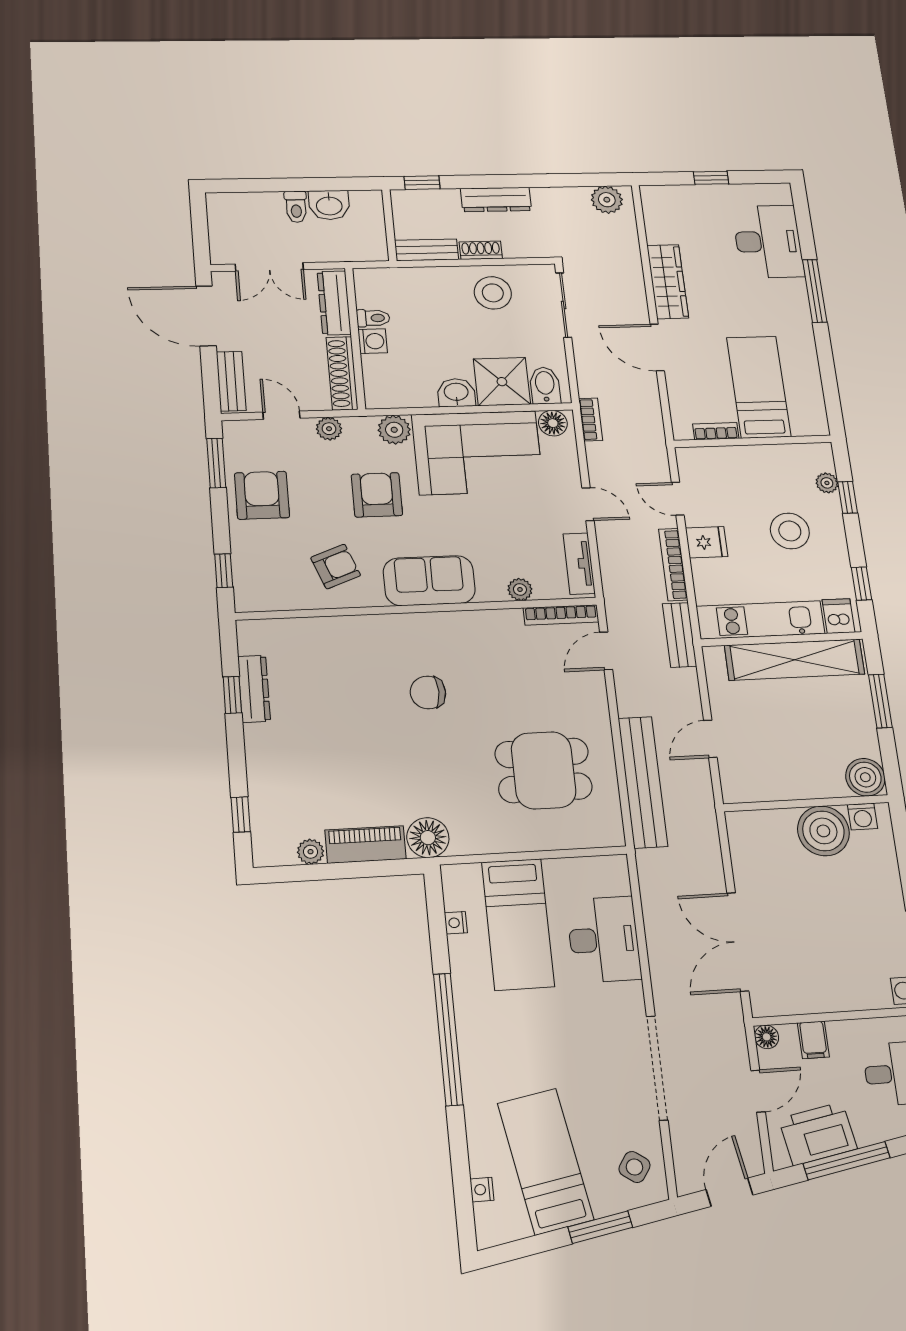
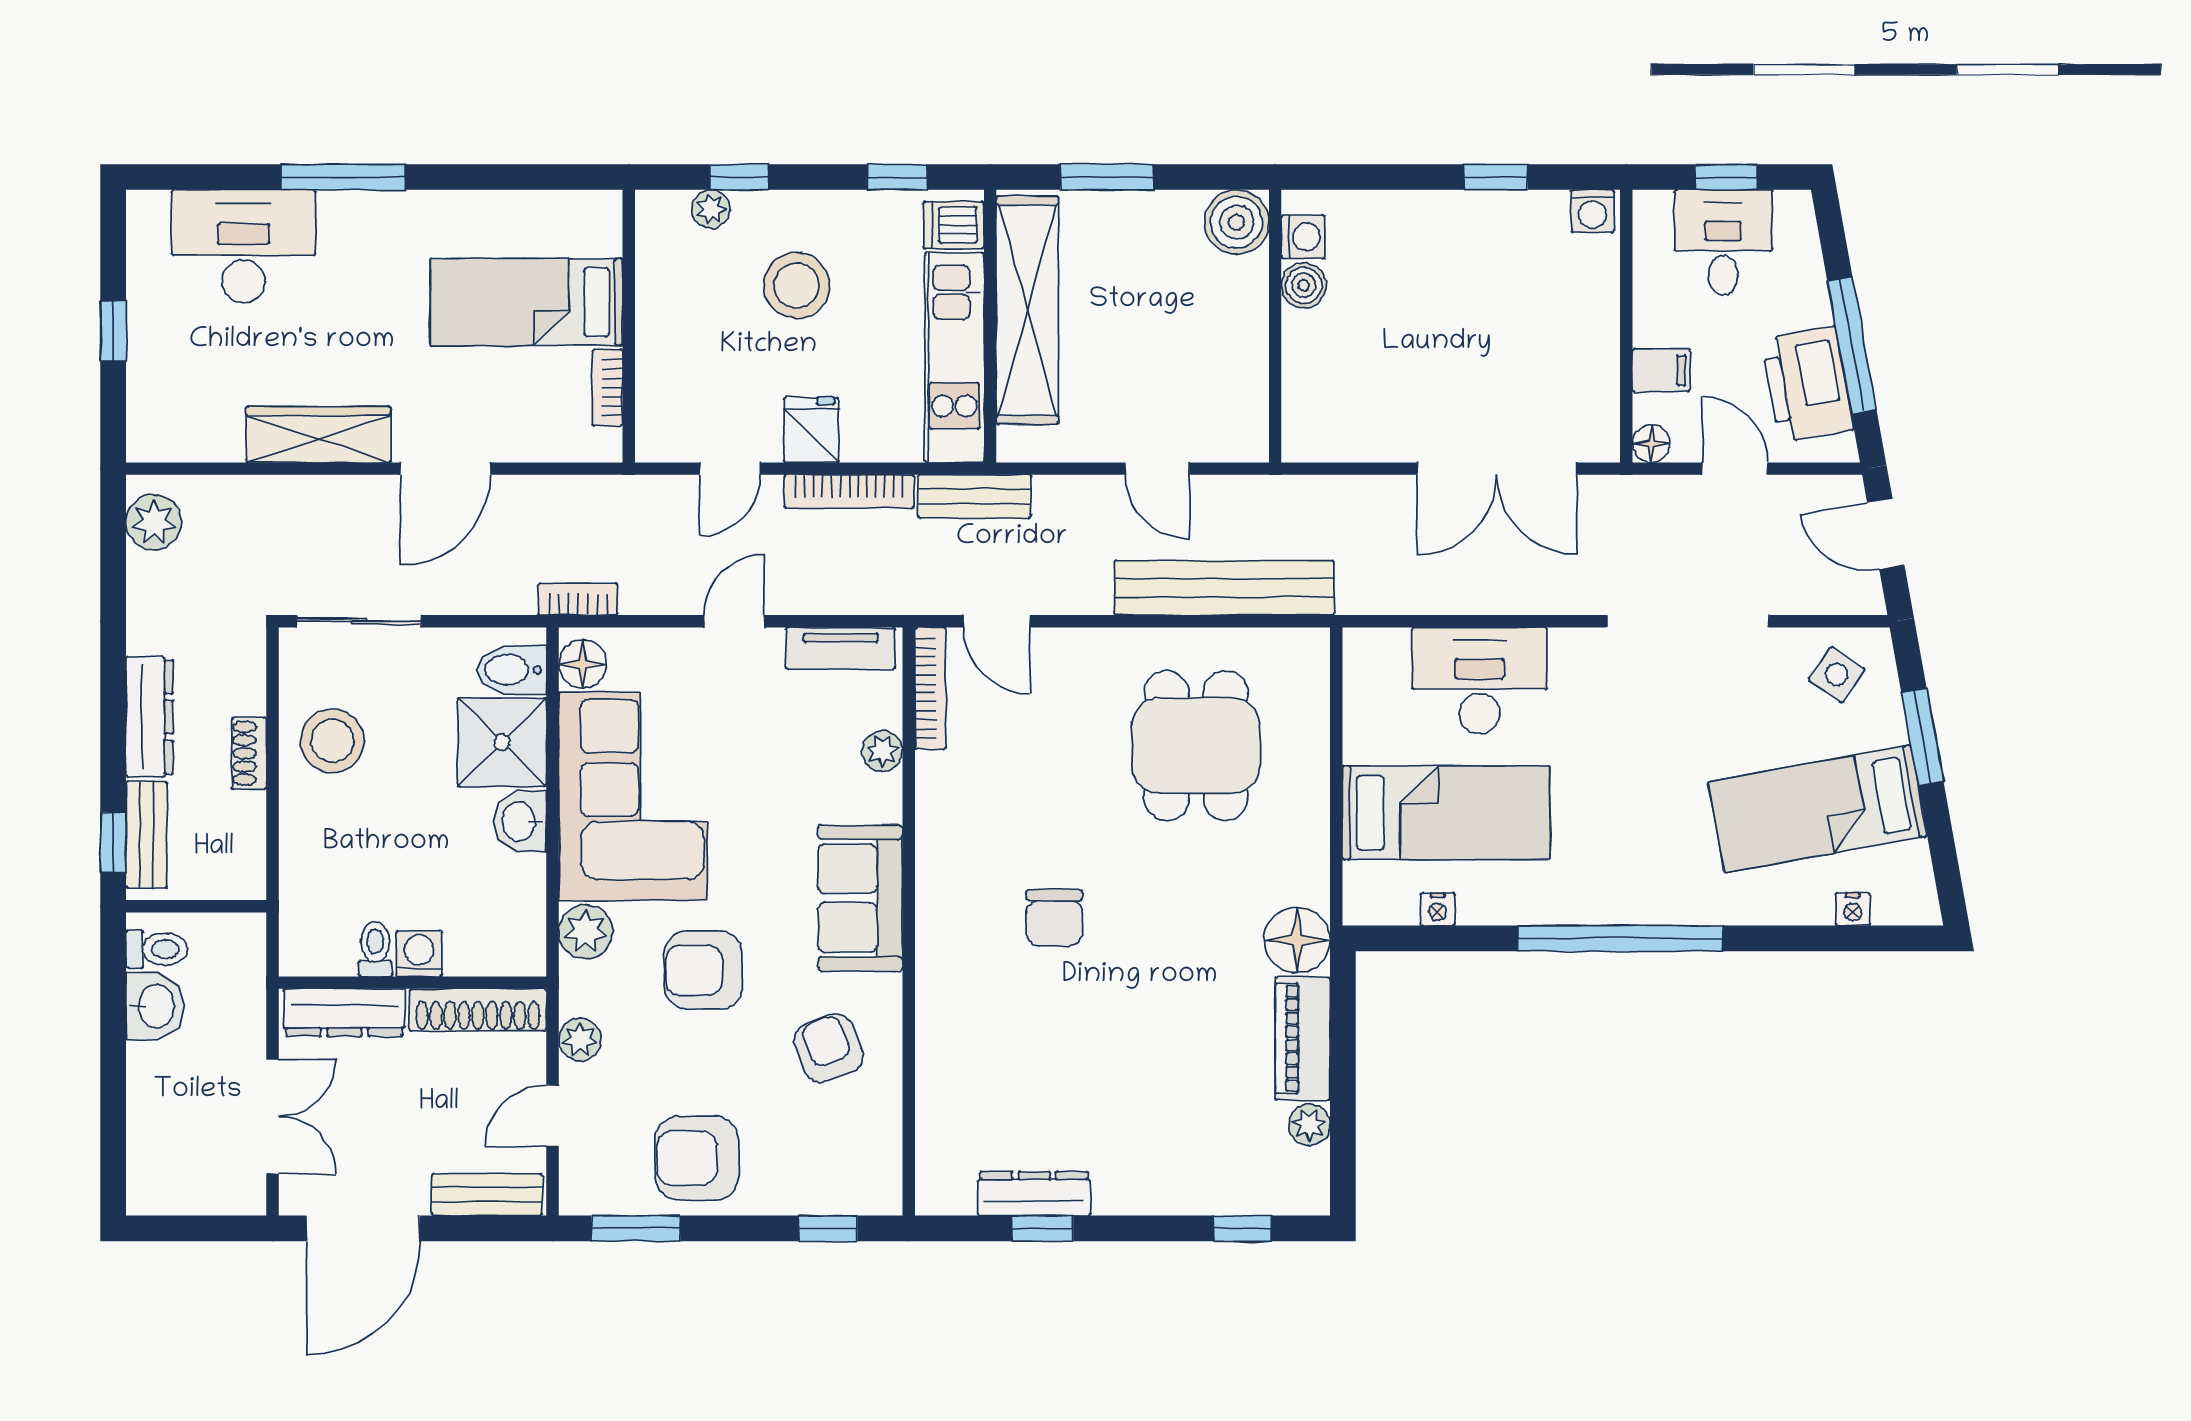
toilet: (296, 207) -> (157, 949), moved
bench: (427, 250) -> (146, 835), moved
boiler: (823, 831) -> (1304, 285), width x0.54, depth x0.54

